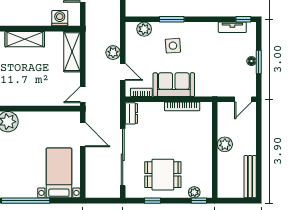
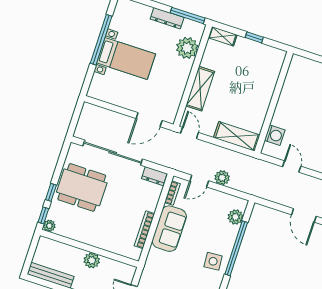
window: (172, 19) -> (236, 248), width x2.11
shelving: (25, 39) -> (200, 89), moved
side table: (173, 46) -> (213, 261), moved
bed with nightstands: (59, 173) -> (126, 58), moved
dining table: (163, 175) -> (82, 187), width x1.38
plant: (194, 192) -> (49, 226), moved
window: (152, 201) -> (51, 192), moved

